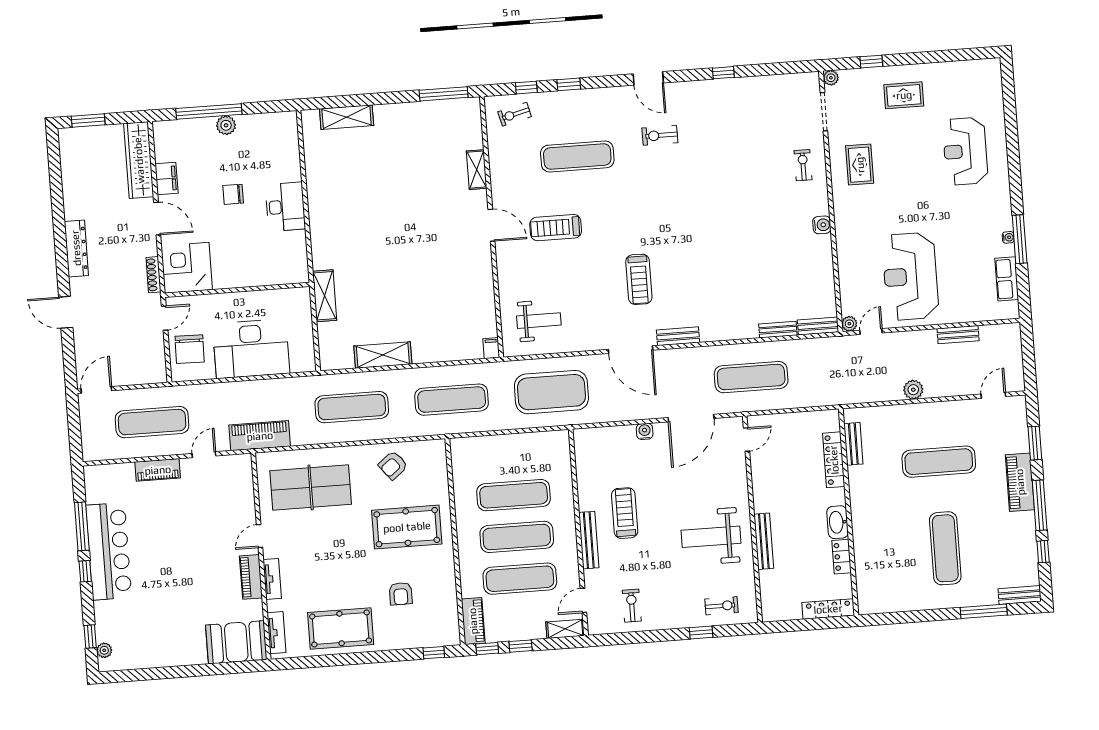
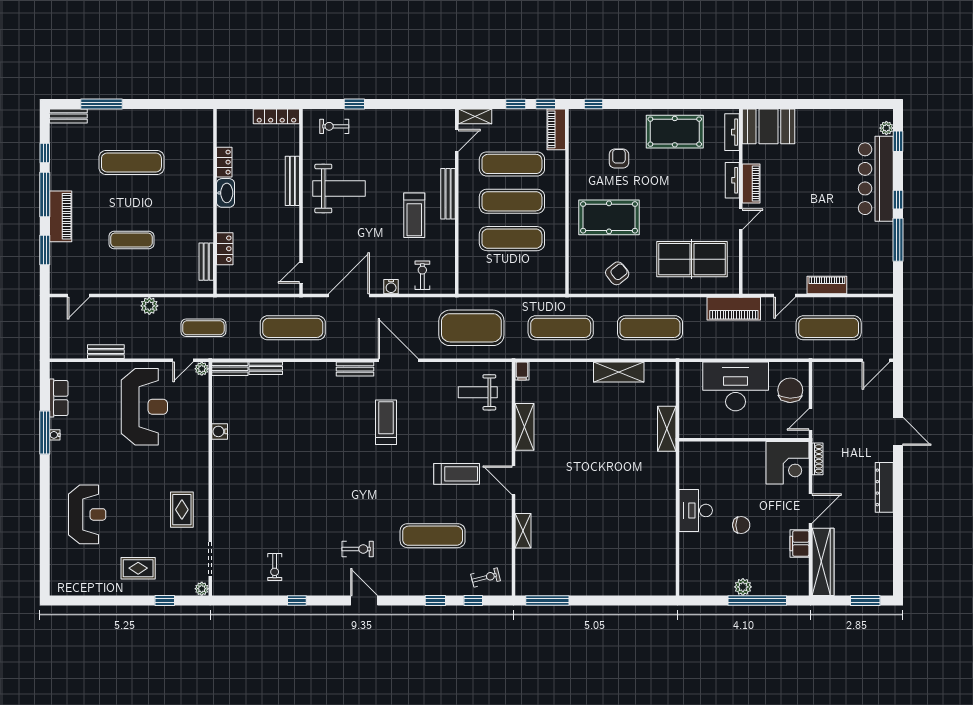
shelving: (347, 117) -> (525, 427), moved, turned 90
exercise bike: (803, 165) -> (275, 567), moved
door: (157, 219) -> (810, 508), swing flipped
water cooler: (822, 225) -> (220, 431), moved
exercise mat: (851, 370) -> (203, 328), added
locker: (834, 460) -> (225, 249), width x0.66
exercise mat: (939, 462) -> (131, 240), width x0.73, depth x0.69
exercise mat: (945, 548) -> (131, 163), turned 90
bar counter: (109, 551) -> (876, 179), moved
exercise bike: (632, 606) -> (422, 275), moved, turned 180
locker: (828, 609) -> (276, 116), moved

